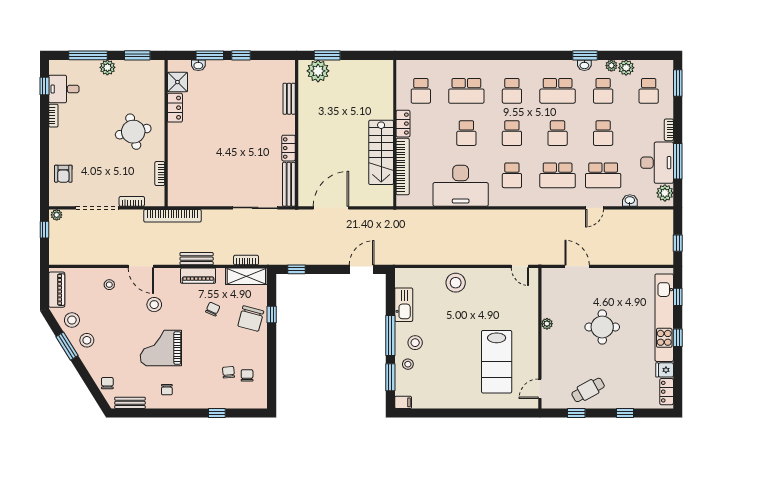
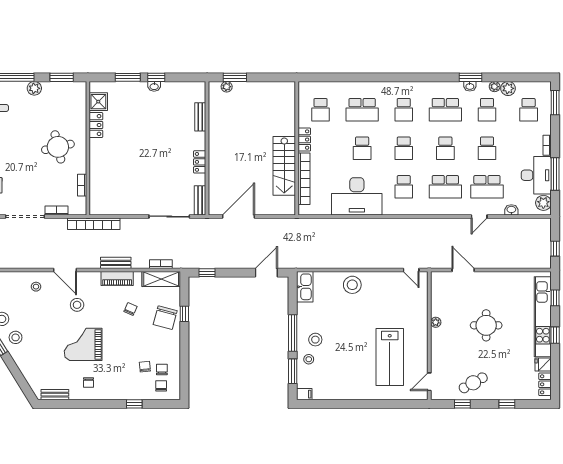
washbasin: (198, 65) -> (154, 86), moved
plant: (318, 71) -> (227, 87), width x0.53, depth x0.53
bench: (289, 184) -> (200, 200), width x0.73
kitchen sink: (404, 305) -> (305, 287), moved
chair: (107, 383) -> (161, 386), moved

